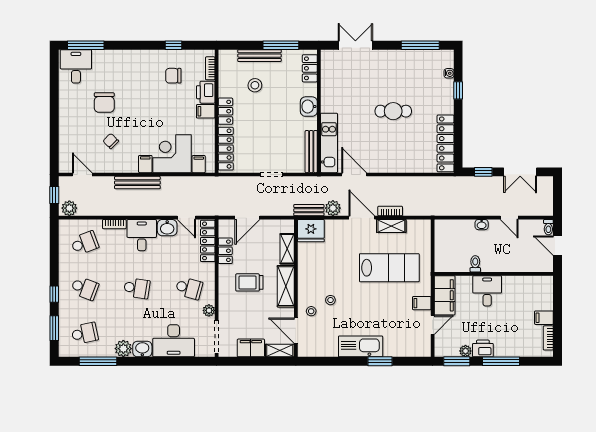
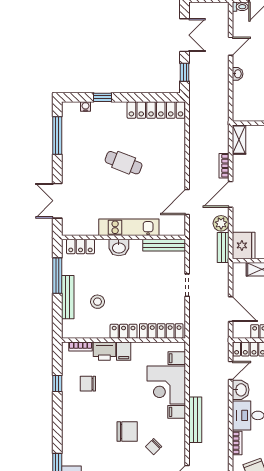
chair: (173, 76) -> (88, 384), turned 90
chair: (104, 103) -> (127, 432), moved
cafe table: (393, 111) -> (124, 163), turned -69
kitchen unit: (329, 143) -> (129, 227), moved
shelving: (391, 226) -> (239, 140), moved

